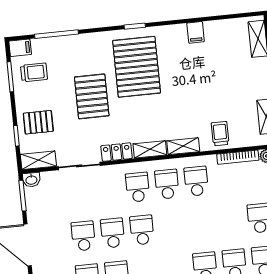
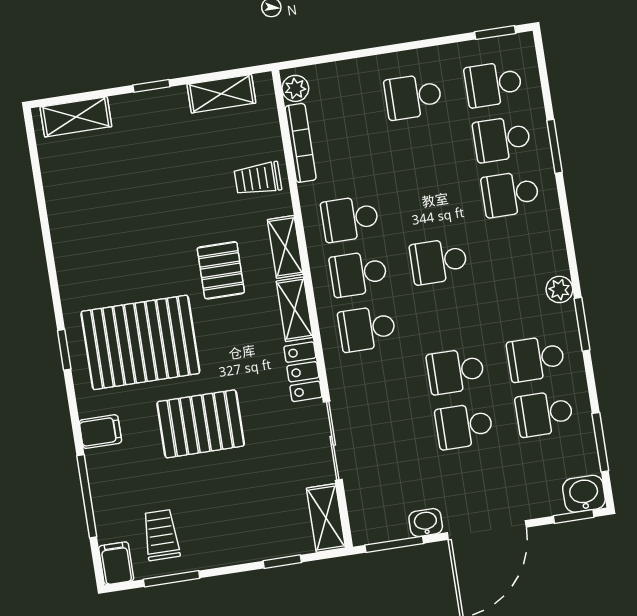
filing cabinet: (196, 32) -> (100, 432), moved
pallet: (38, 122) -> (221, 270), moved
washbasin: (31, 180) -> (426, 523), moved, turned -90
school desk: (142, 230) -> (439, 261), moved

